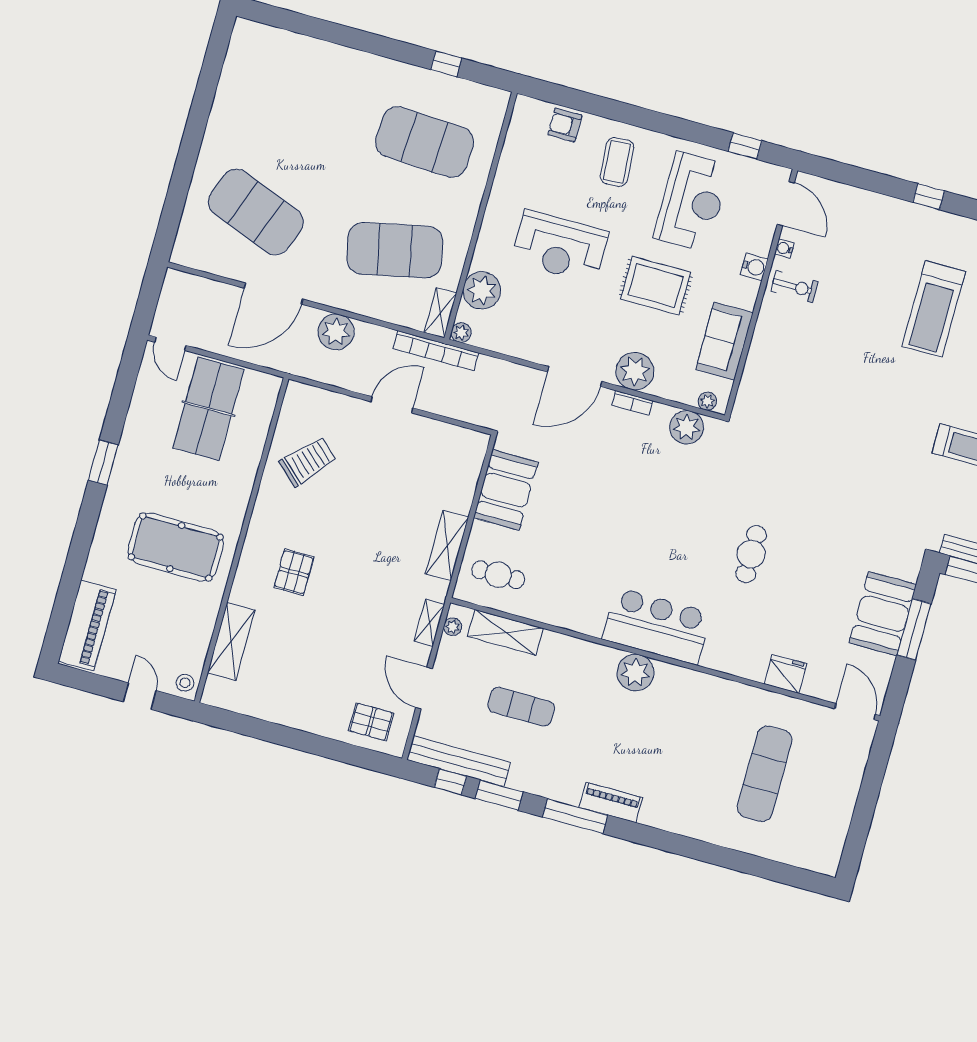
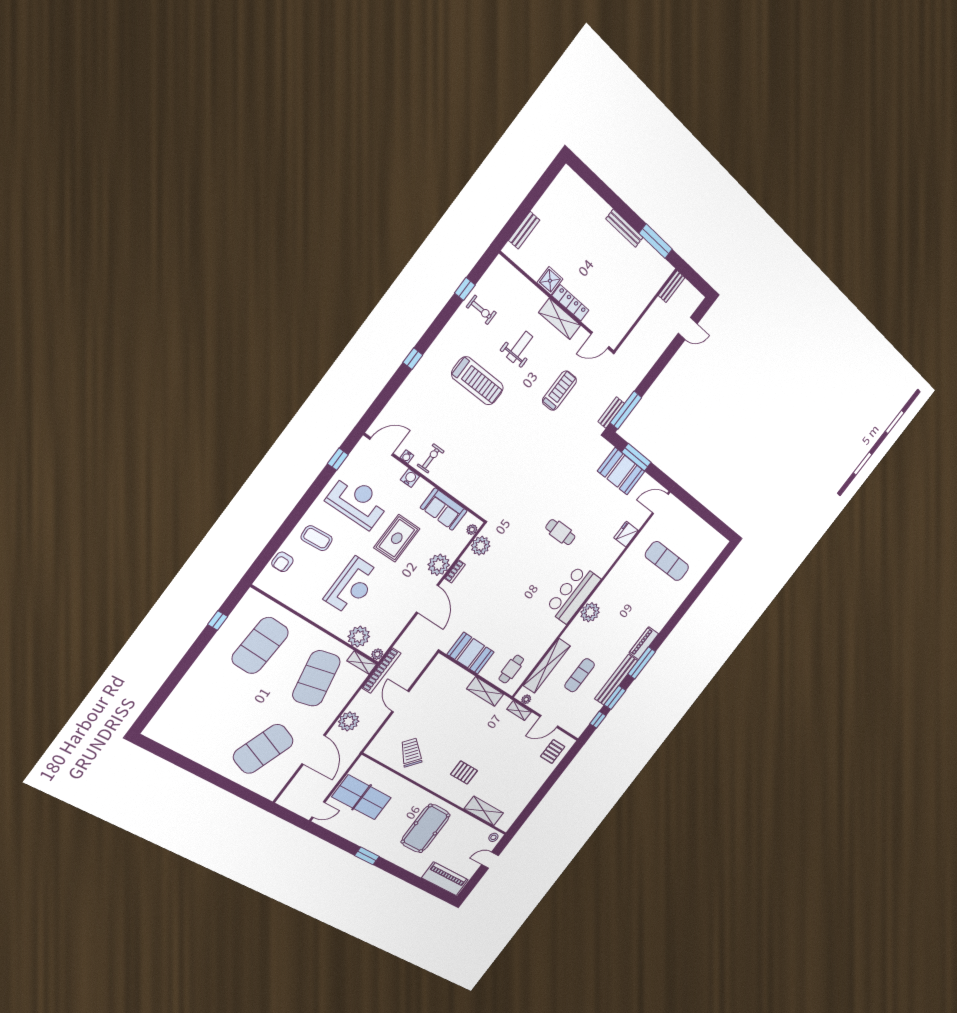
shelving: (505, 632) -> (547, 666), width x1.47
bench: (459, 761) -> (616, 680), moved

